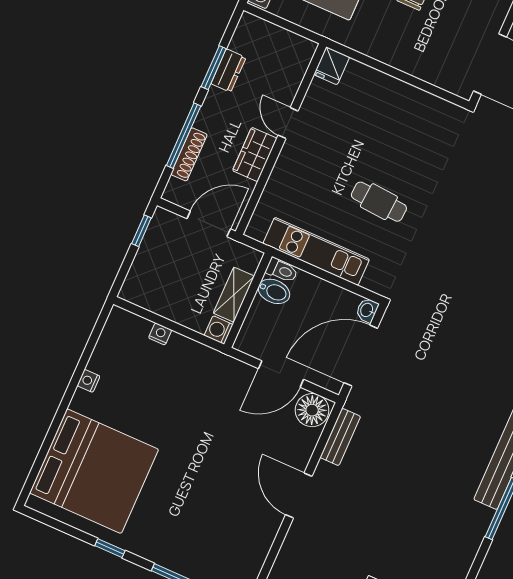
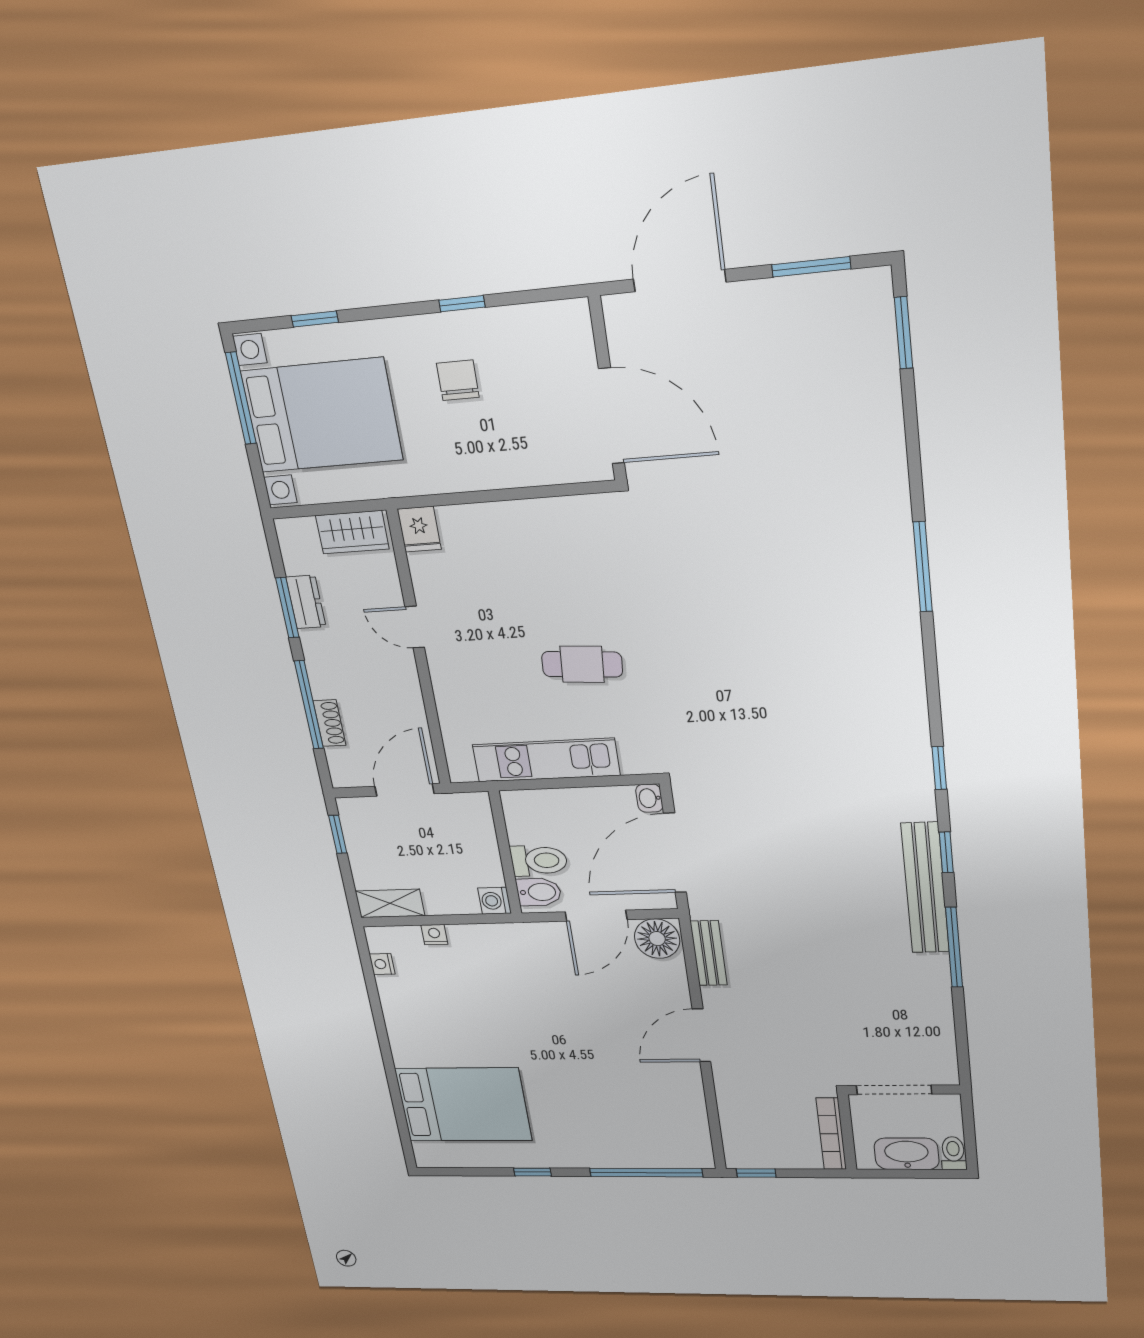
shoe rack: (189, 154) -> (329, 723), width x0.70
wardrobe: (255, 155) -> (352, 532), moved, turned -90
toilet: (282, 270) -> (539, 861), moved, width x1.37, depth x1.39
bidet: (274, 291) -> (539, 892), moved
shelving: (234, 295) -> (390, 903), moved, turned 90
nightstand: (89, 381) -> (382, 964), moved
bed: (94, 471) -> (463, 1105), width x0.73
door: (299, 495) -> (701, 1035), hinge flipped

